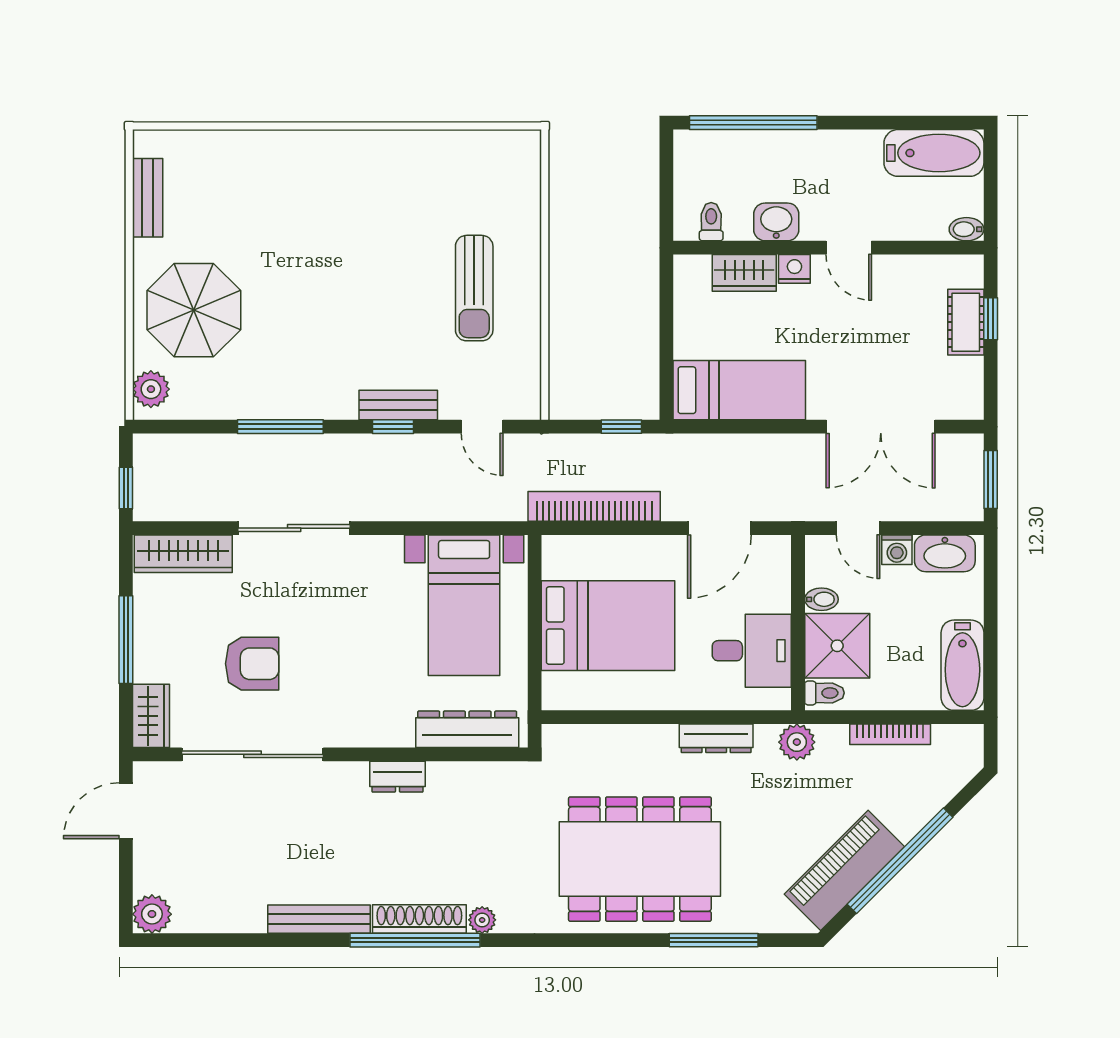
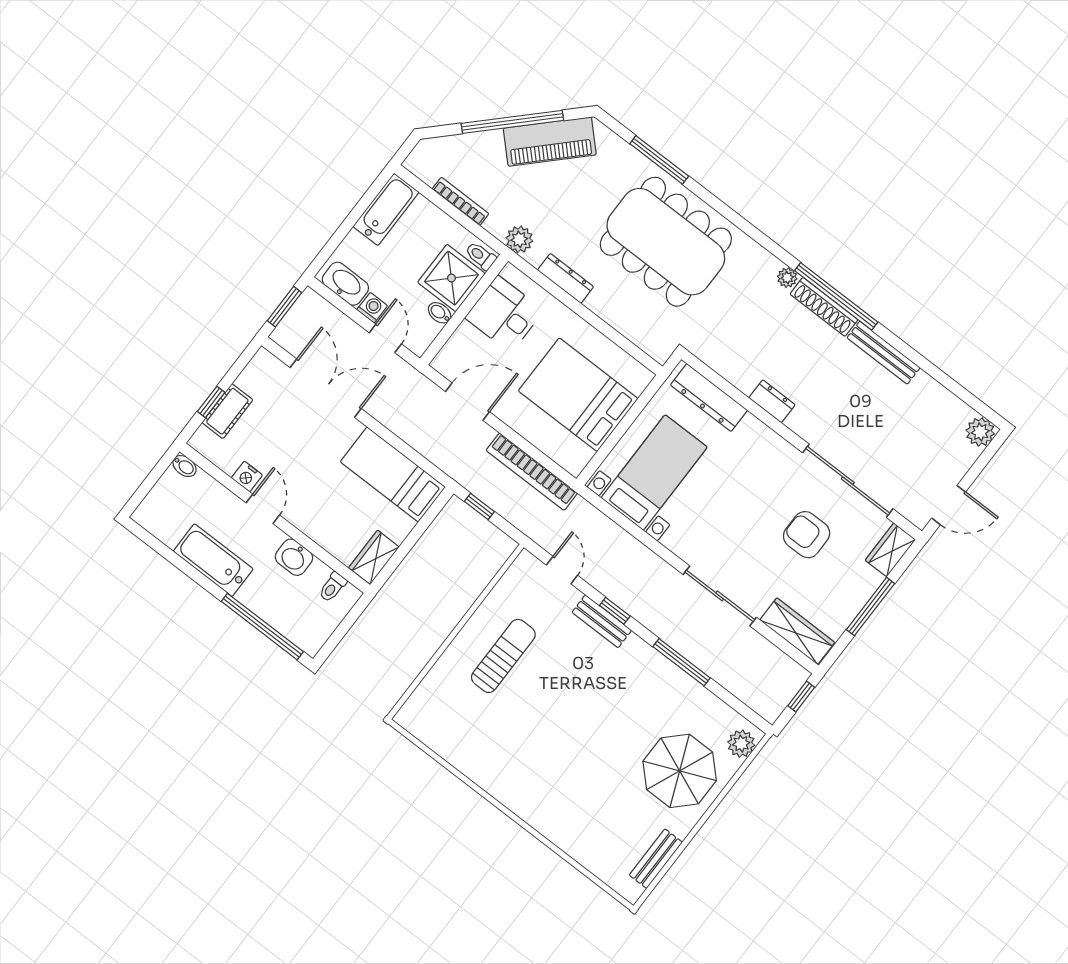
bathtub: (934, 153) -> (213, 560), moved
nightstand: (794, 269) -> (247, 477), moved
wardrobe: (744, 273) -> (374, 557), moved, turned -90

